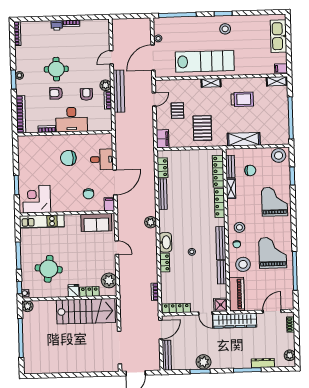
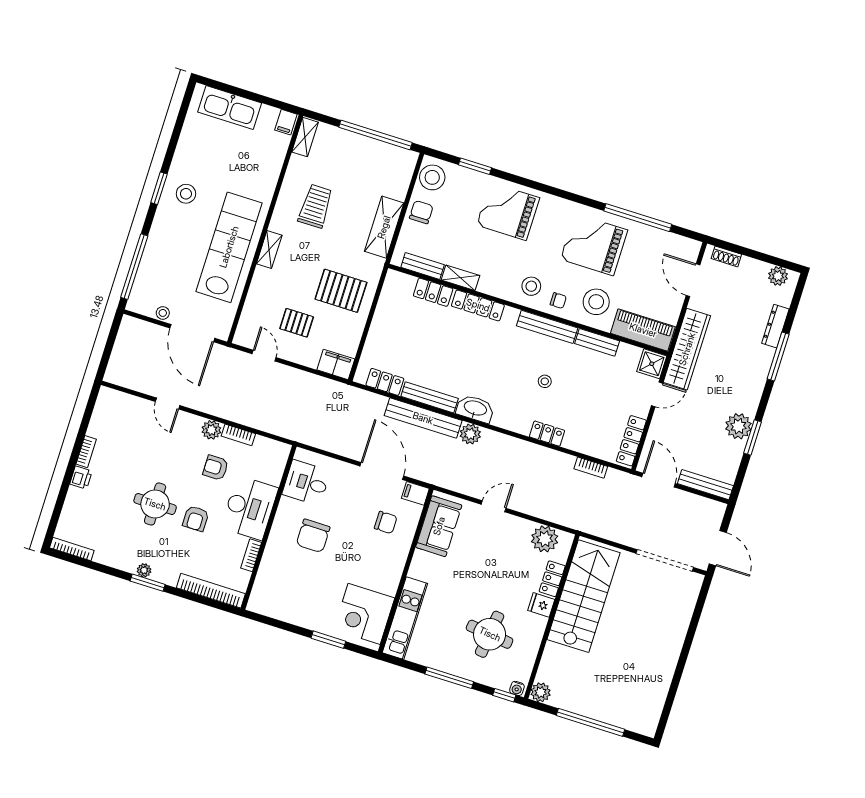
bench: (119, 91) -> (423, 418), moved
desk: (102, 159) -> (306, 483), moved, turned -90
chair: (250, 170) -> (421, 212), moved
locker: (218, 171) -> (433, 292), width x0.66
washbasin: (165, 242) -> (475, 409), moved

